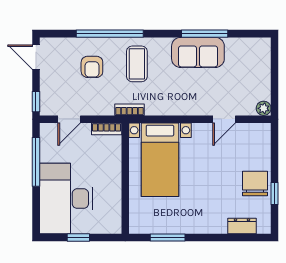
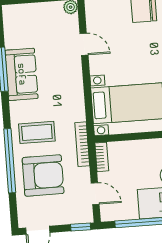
armchair: (92, 67) -> (43, 175), width x1.88, depth x1.88
bookcase: (129, 110) -> (82, 144), width x1.56

